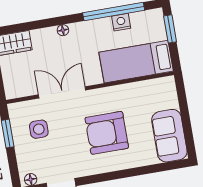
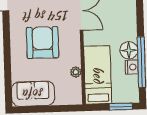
floor lamp: (63, 30) -> (129, 50), moved, width x1.89, depth x1.89
plant: (136, 88) -> (76, 72), added

